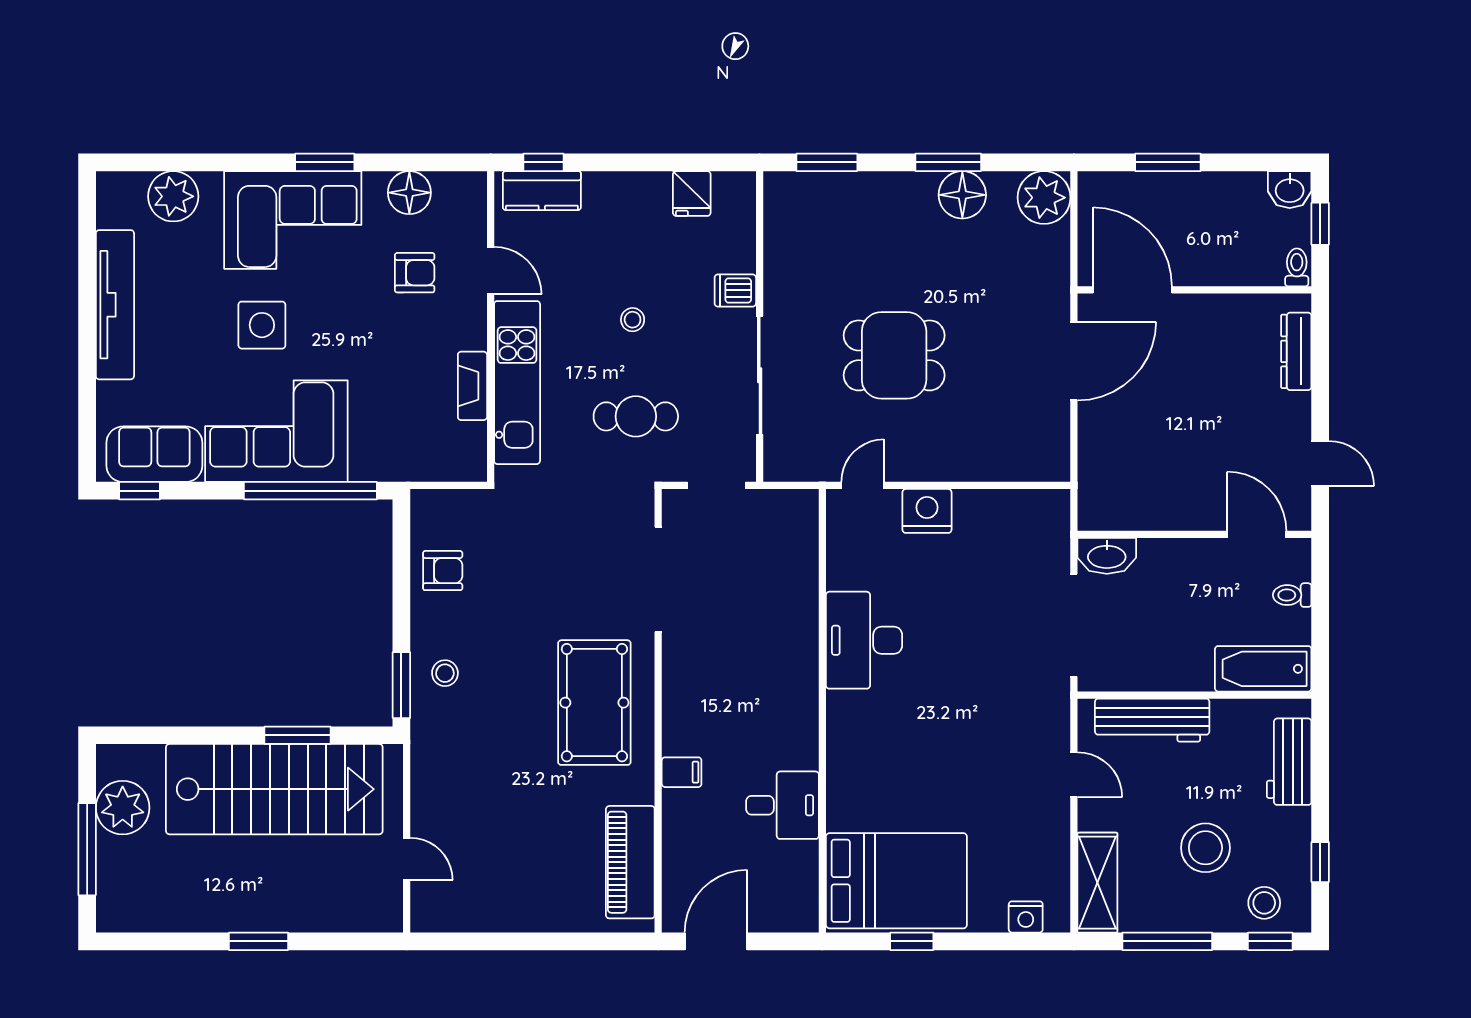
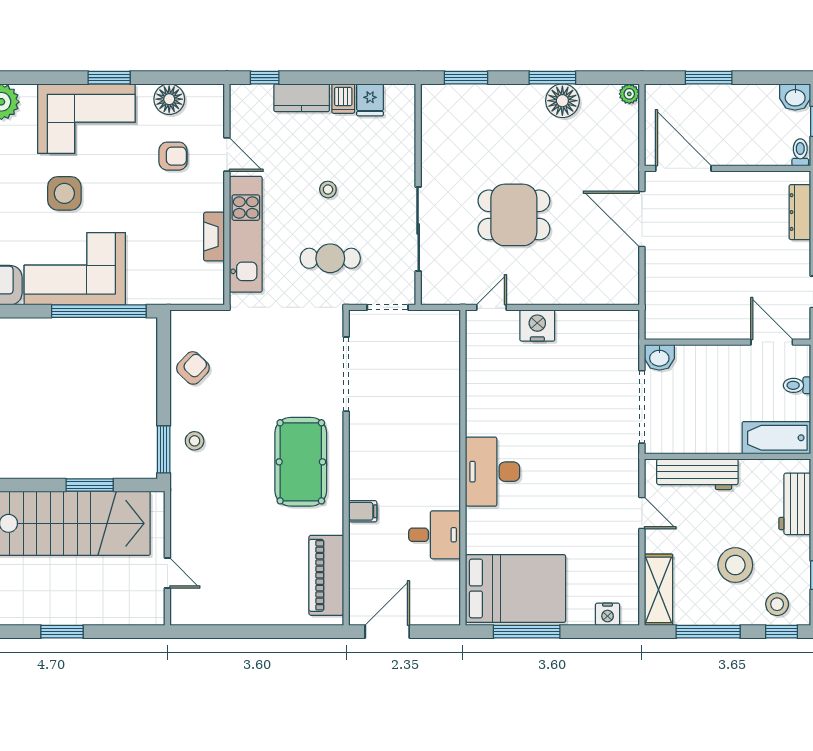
kitchen counter: (542, 191) -> (302, 98), moved
plant: (1044, 198) -> (629, 94), width x0.53, depth x0.53
dishwasher: (735, 290) -> (343, 99), moved, turned -90
door: (1074, 361) -> (642, 219), swing flipped
washbasin: (1107, 556) -> (659, 357), width x0.72
armchair: (443, 571) -> (193, 368), turned -46
desk: (864, 640) -> (493, 472), moved
window: (912, 941) -> (527, 632), width x2.17

